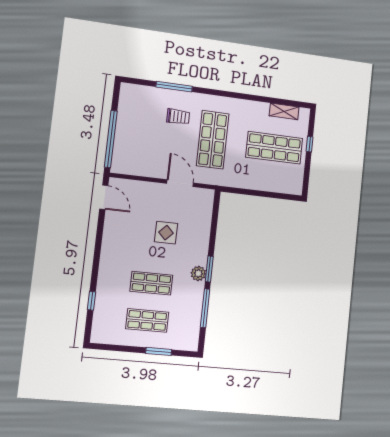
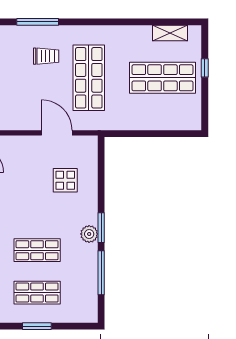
display table: (166, 233) -> (65, 180), moved
window: (159, 351) -> (37, 326), moved

